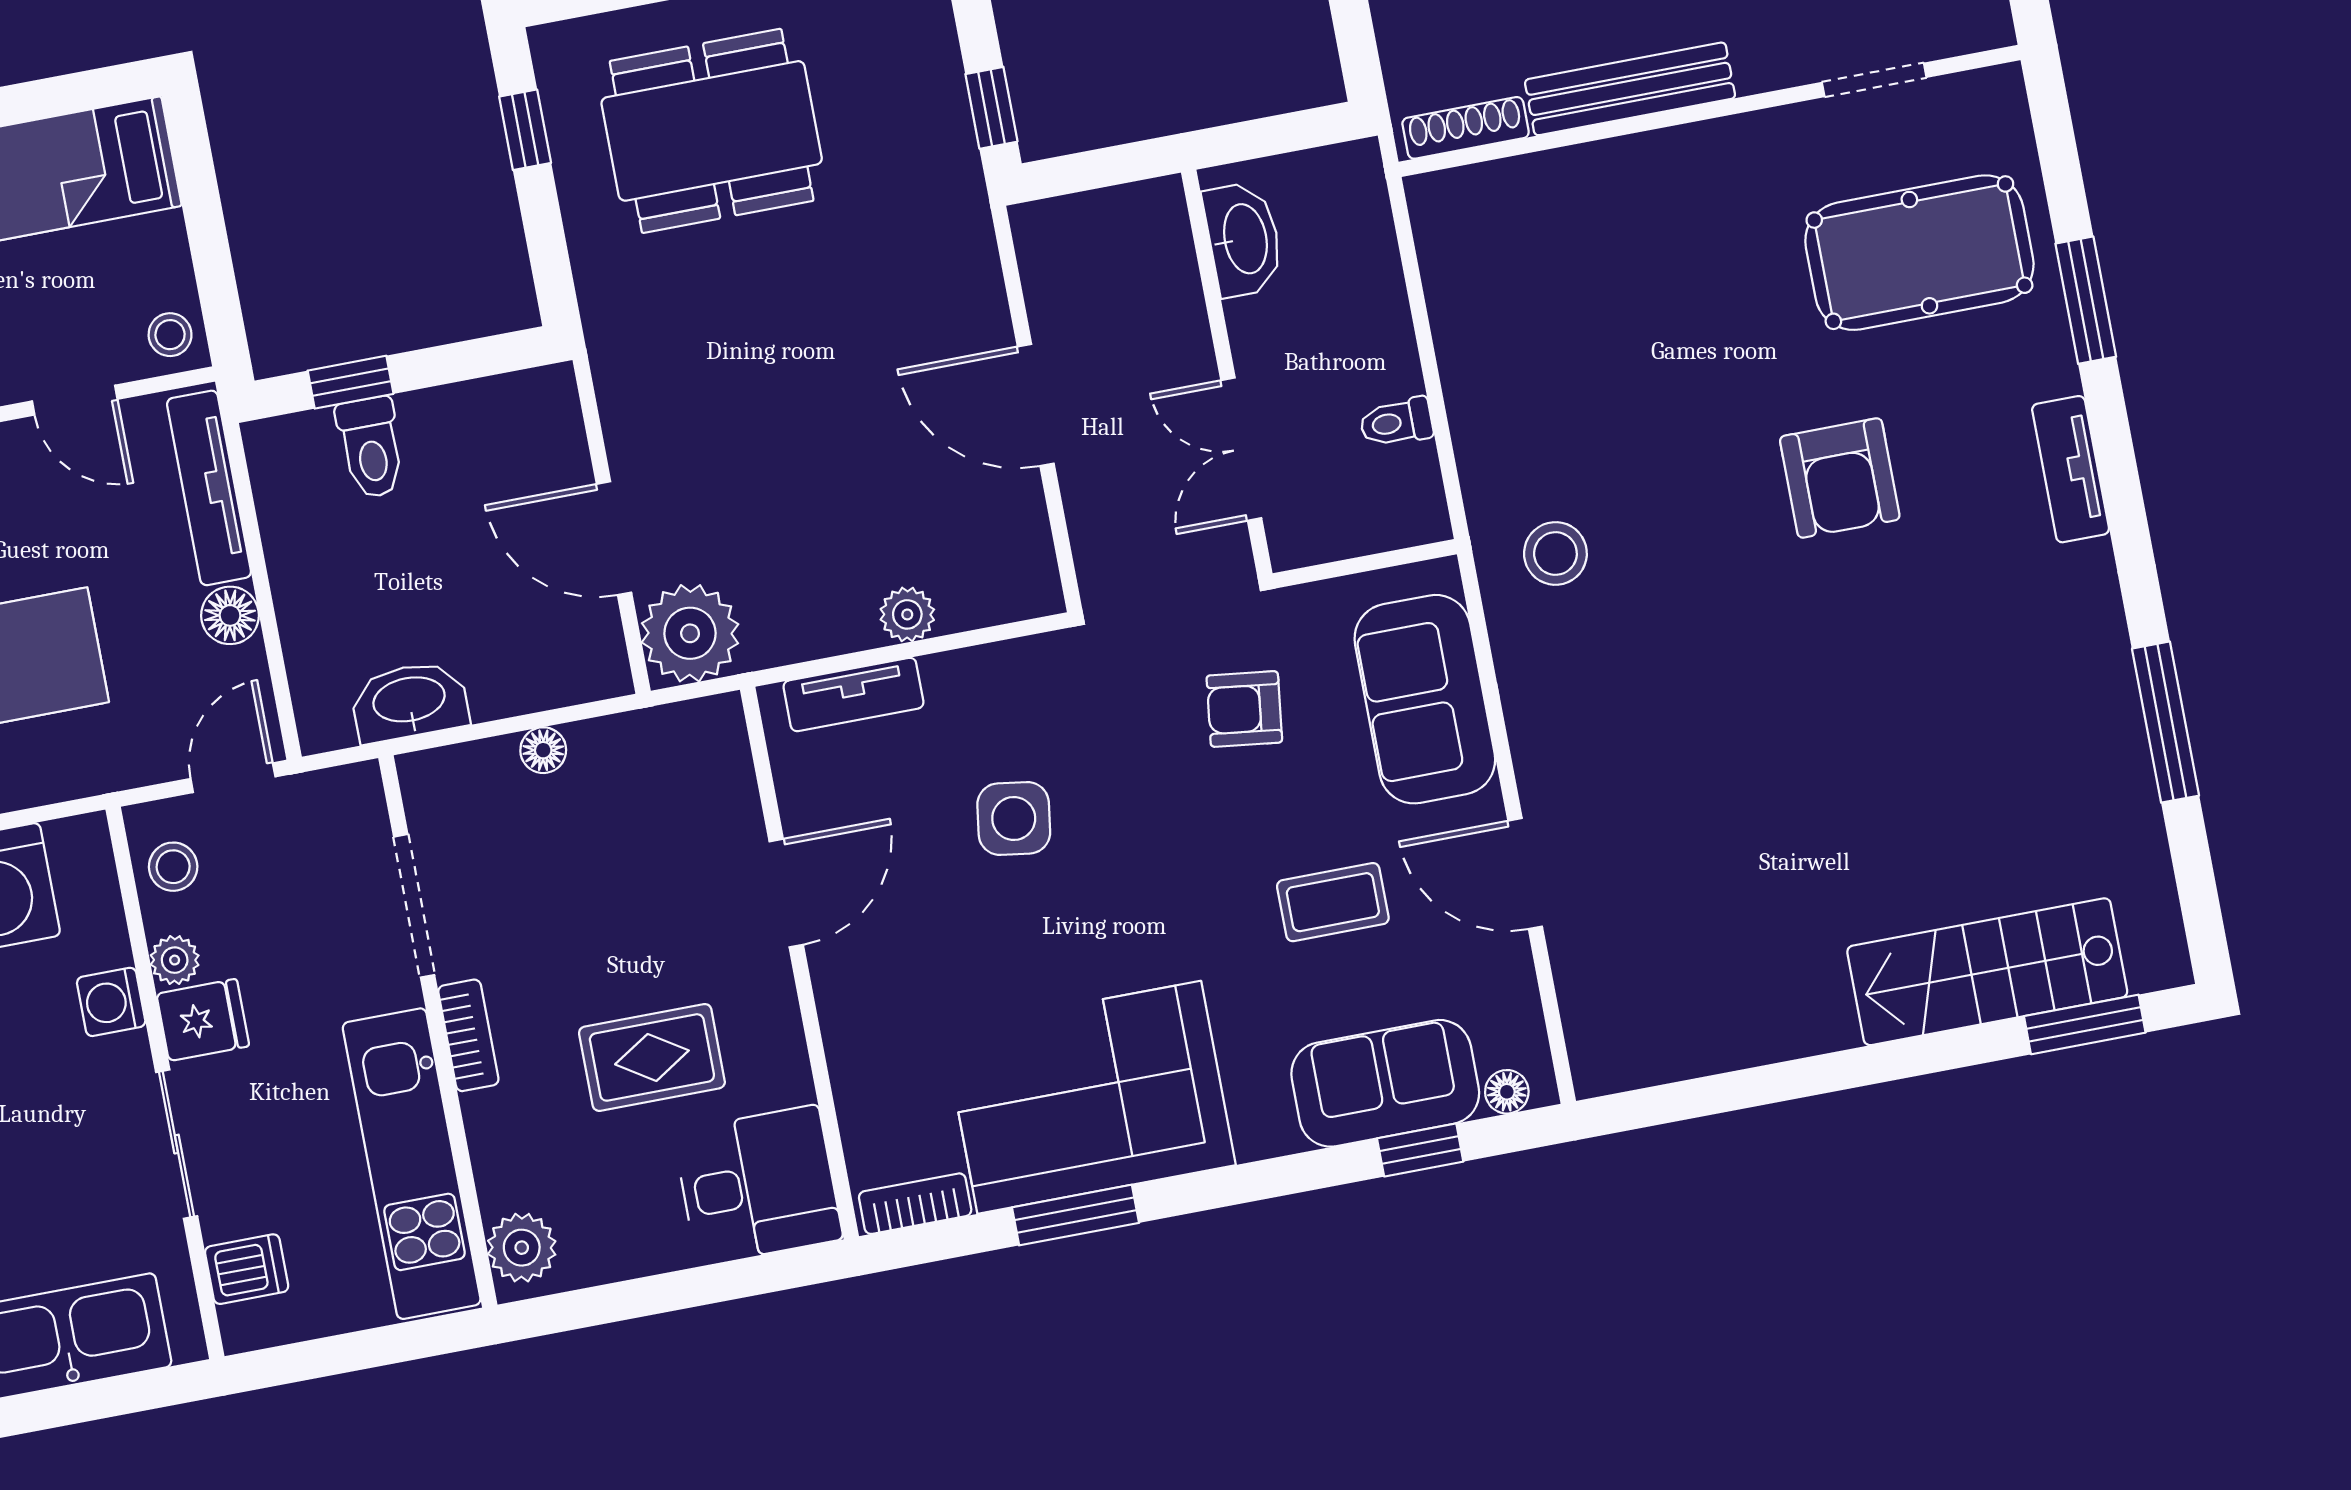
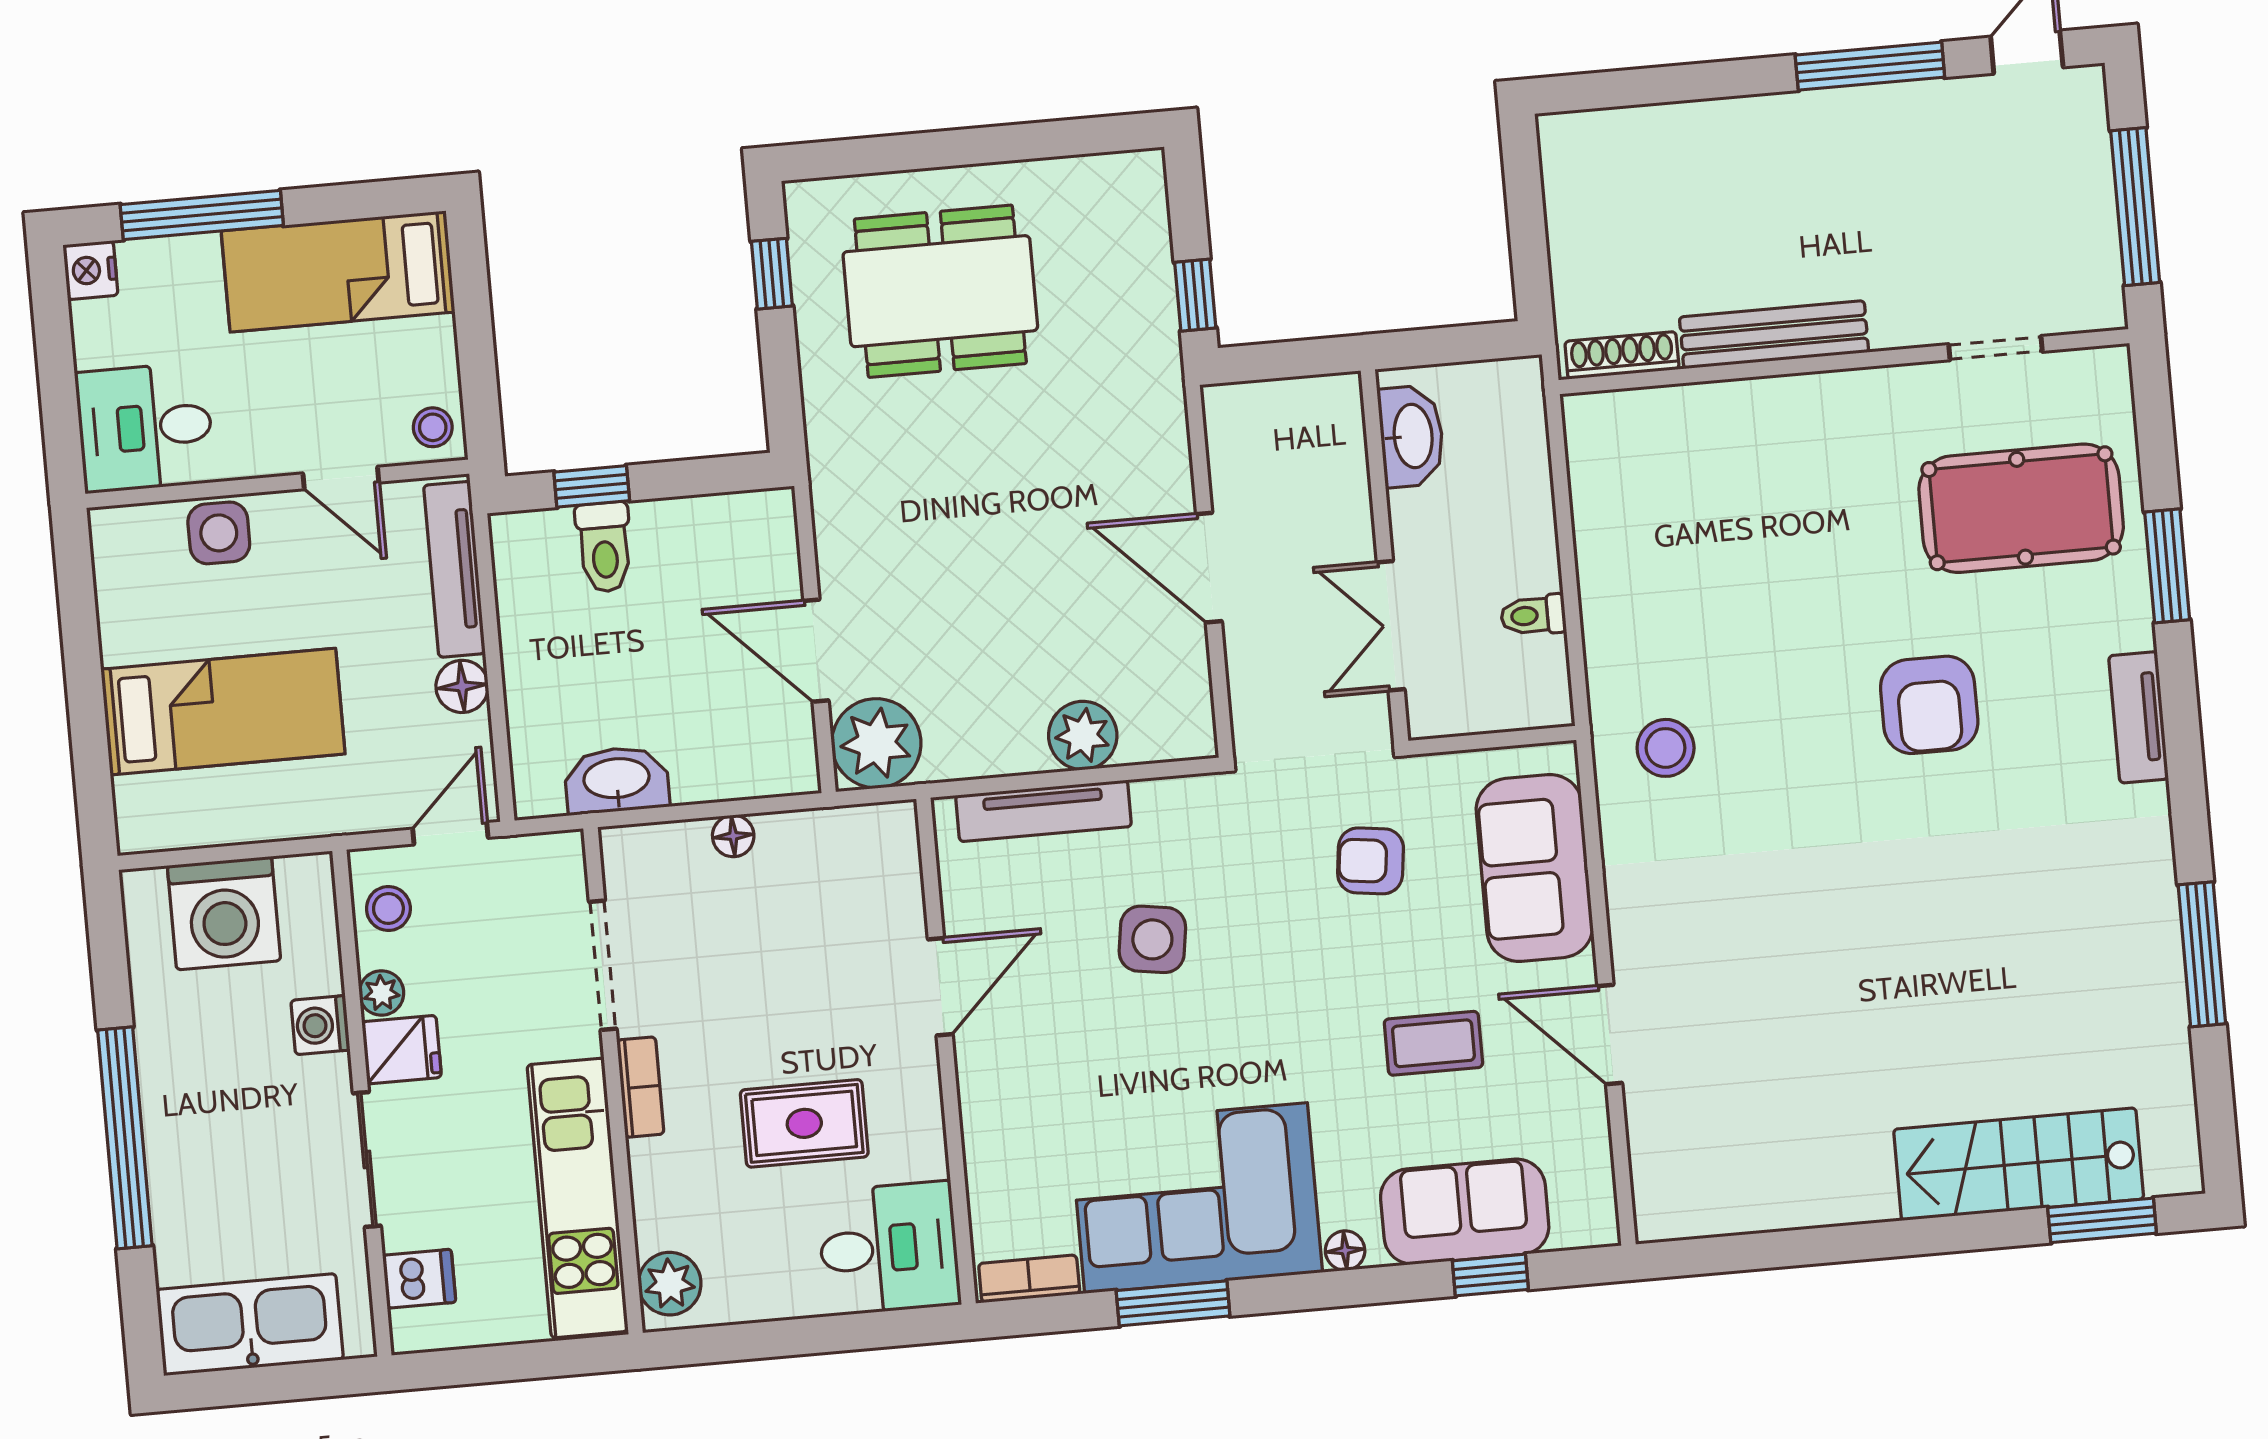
plant: (907, 614) -> (1083, 735), width x1.38, depth x1.38
tv unit: (853, 694) -> (1044, 811), width x1.41
floor lamp: (1507, 1092) -> (1345, 1251), moved

